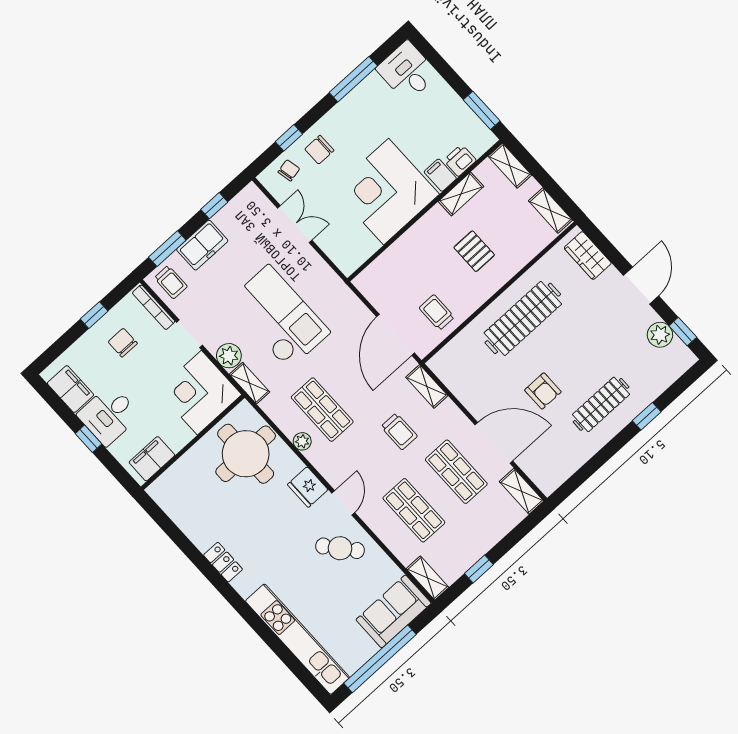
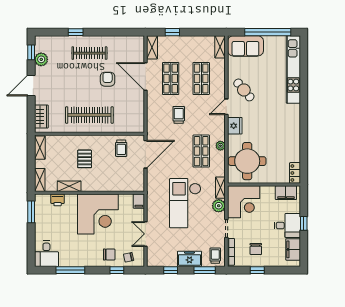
filing cabinet: (440, 175) -> (139, 201), moved
shelving: (427, 386) -> (152, 123), removed
locker: (223, 562) -> (295, 173), moved
window: (479, 569) -> (172, 32), moved

